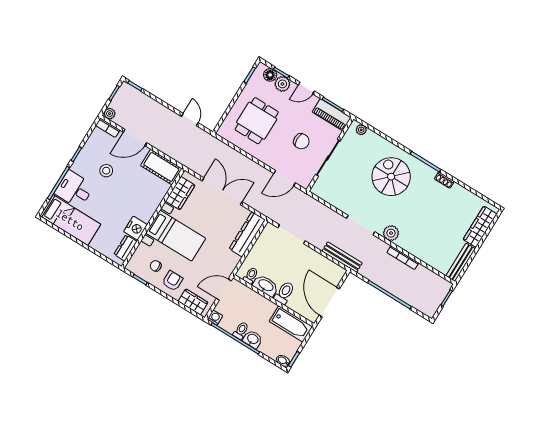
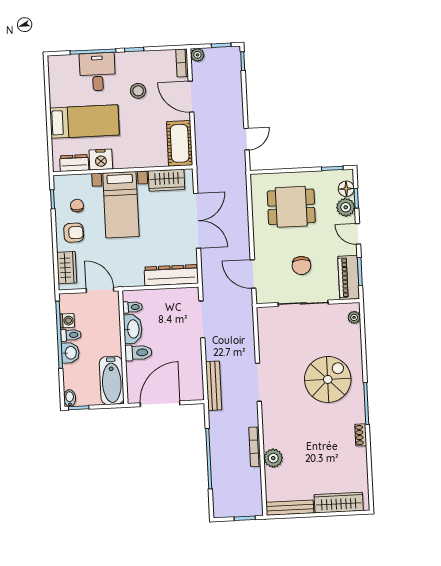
bed: (70, 220) -> (84, 121), moved, turned -90
plant: (391, 233) -> (273, 458), moved
washing machine: (215, 318) -> (67, 321), moved

